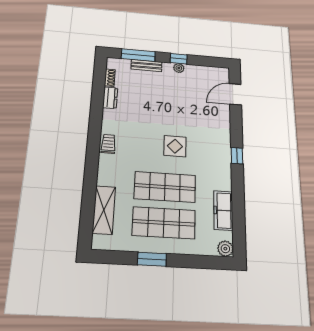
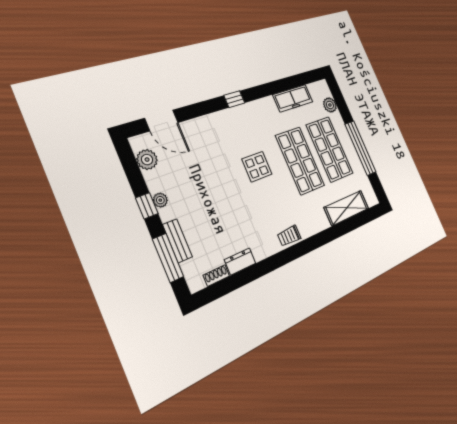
plant: (210, 73) -> (147, 160), added
plant: (225, 249) -> (330, 105), moved
window: (152, 259) -> (360, 148), width x2.11

